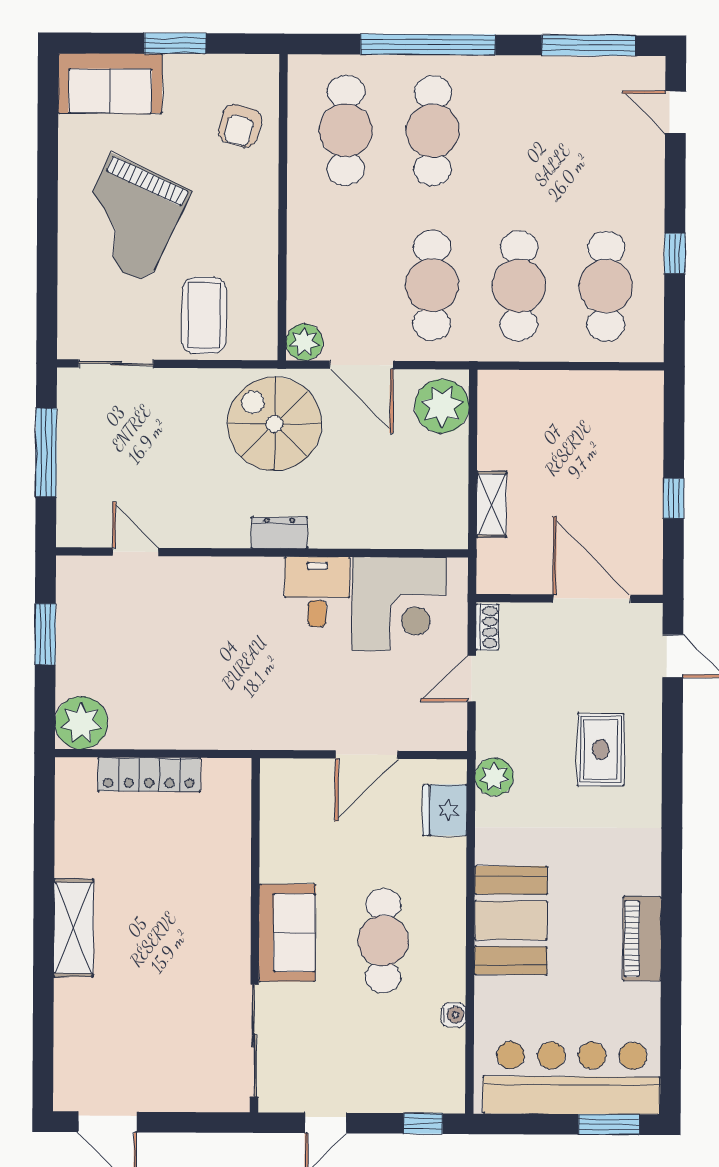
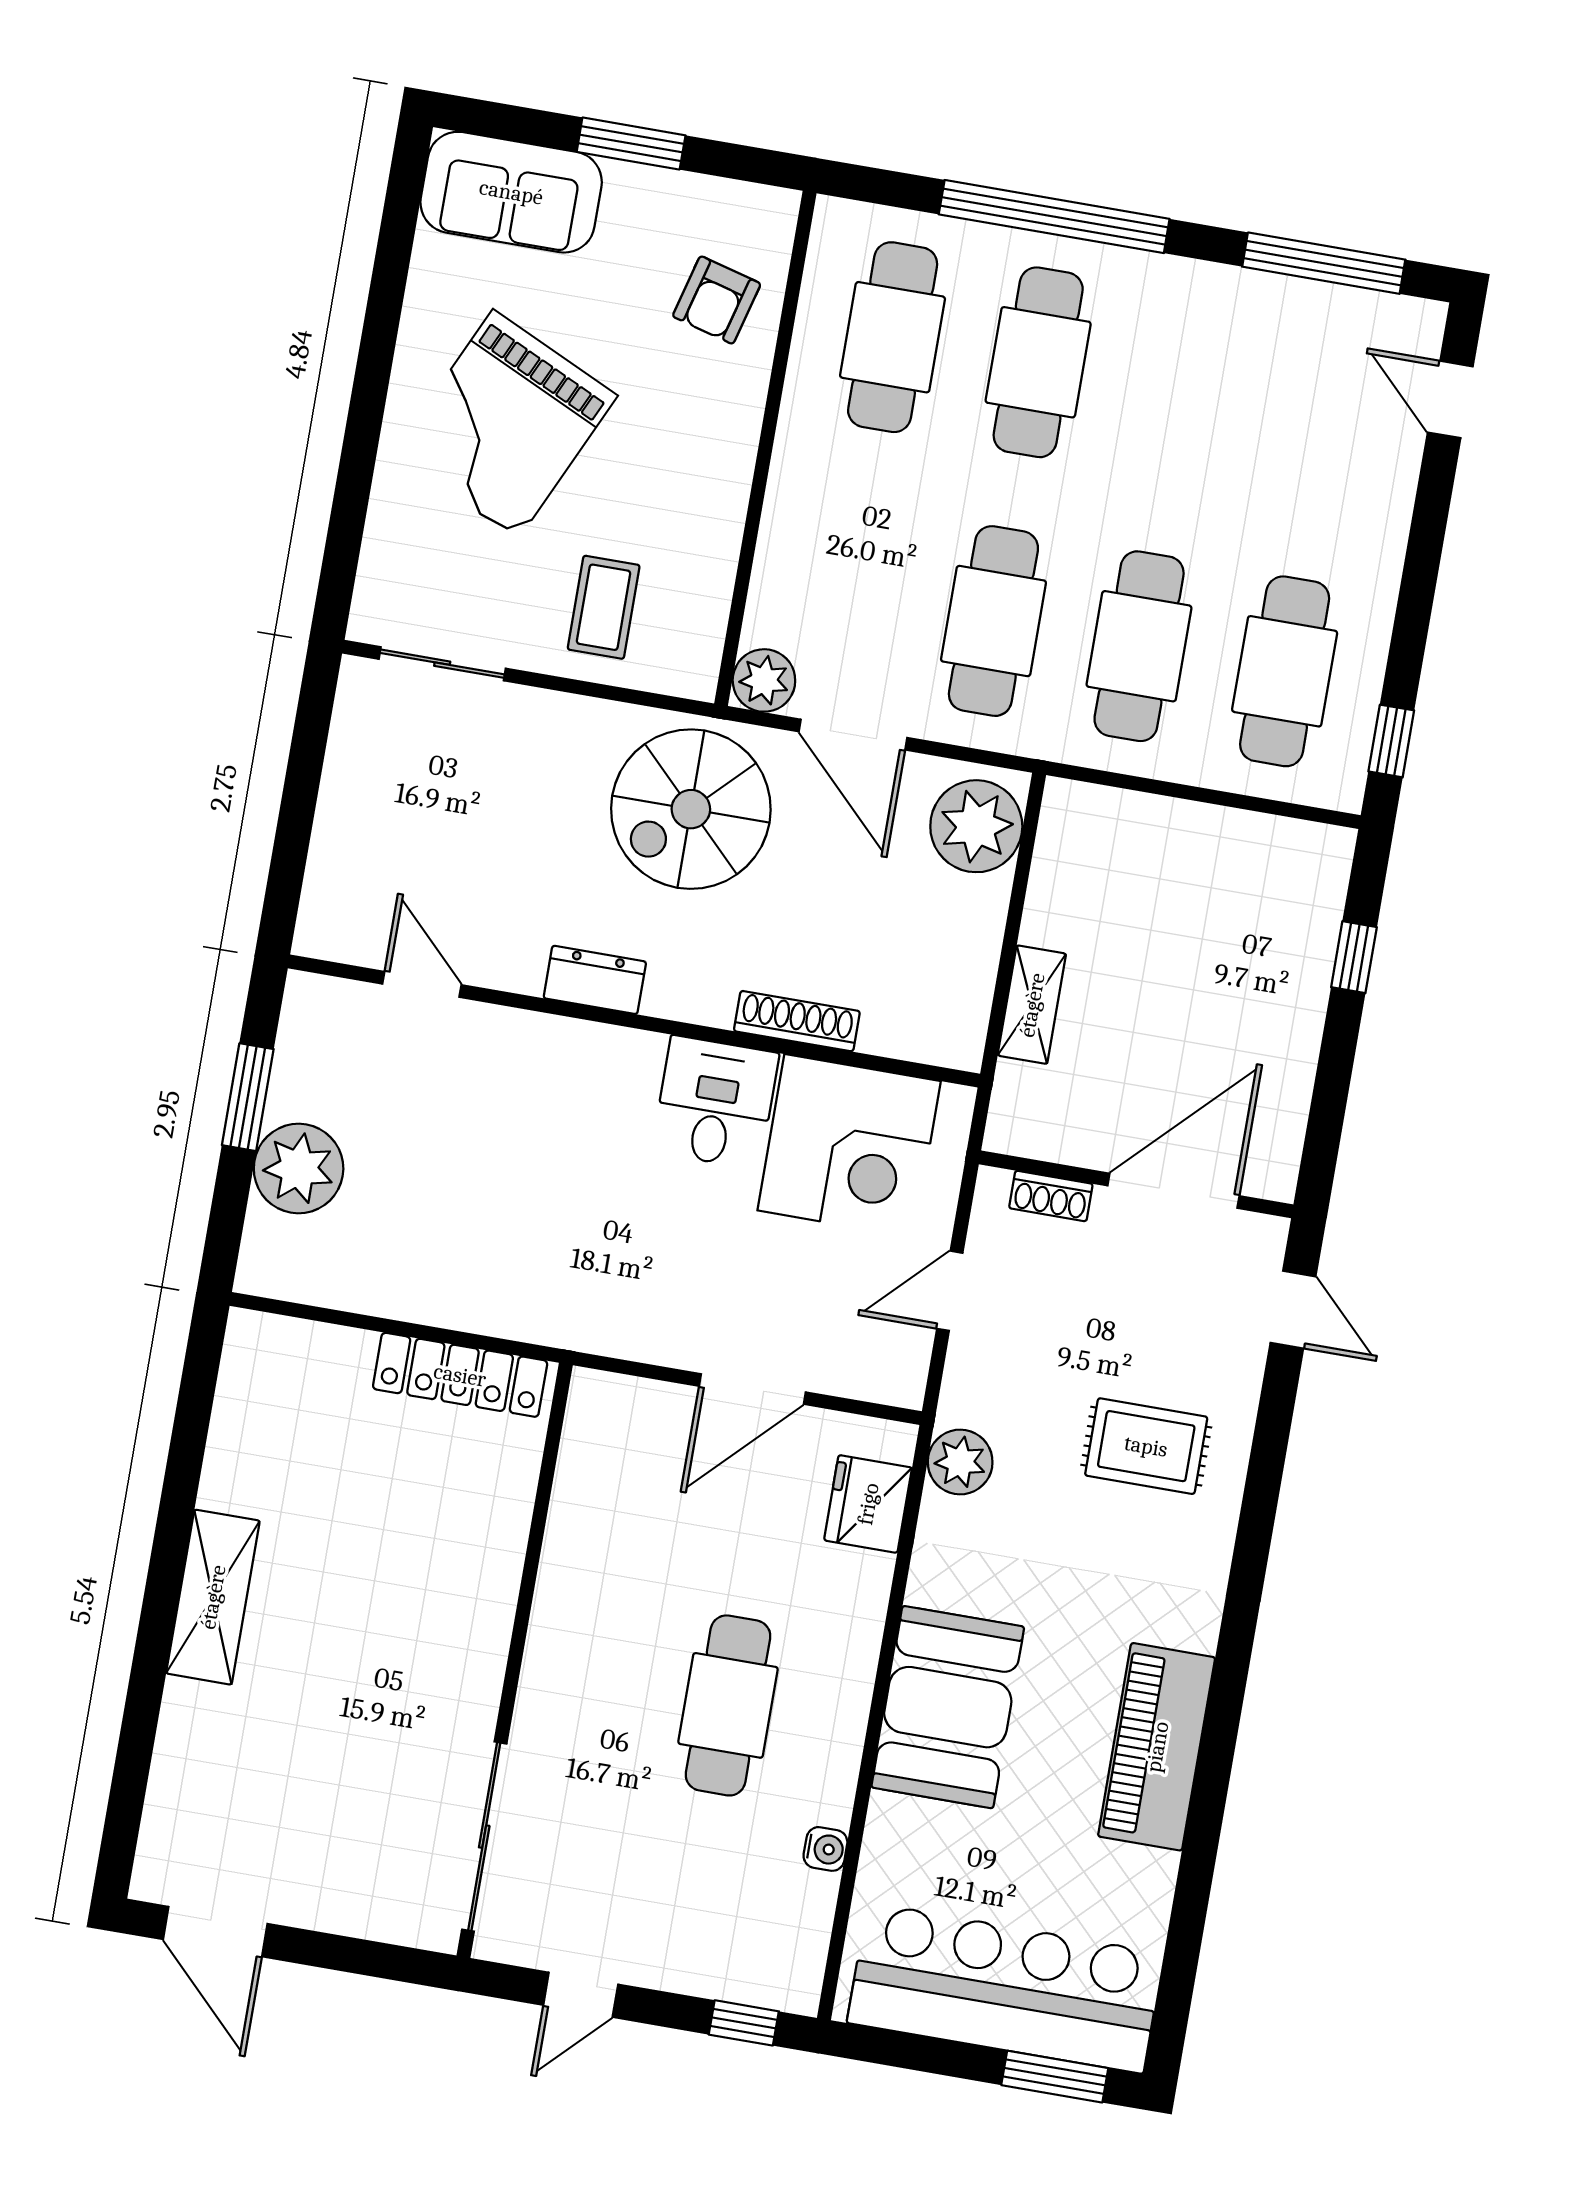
window: (675, 253) -> (1391, 741), moved
coffee table: (204, 315) -> (604, 607), width x0.73, depth x0.77
spiral stairs: (274, 424) -> (691, 809), turned -90
window: (46, 453) -> (300, 793), removed
window: (674, 498) -> (1354, 957), moved
dresser: (279, 533) -> (595, 980), moved
shoe rack: (357, 537) -> (797, 1021), added
door: (592, 599) -> (1173, 1191), hinge flipped
shoe rack: (487, 627) -> (1051, 1196), moved, turned 90
plant: (81, 723) -> (299, 1169), moved
rug: (601, 750) -> (1146, 1446), turned 90
locker: (149, 775) -> (460, 1375), moved
sofa: (287, 933) -> (569, 1665), removed
piano: (642, 939) -> (1157, 1747), width x1.37, depth x1.33

